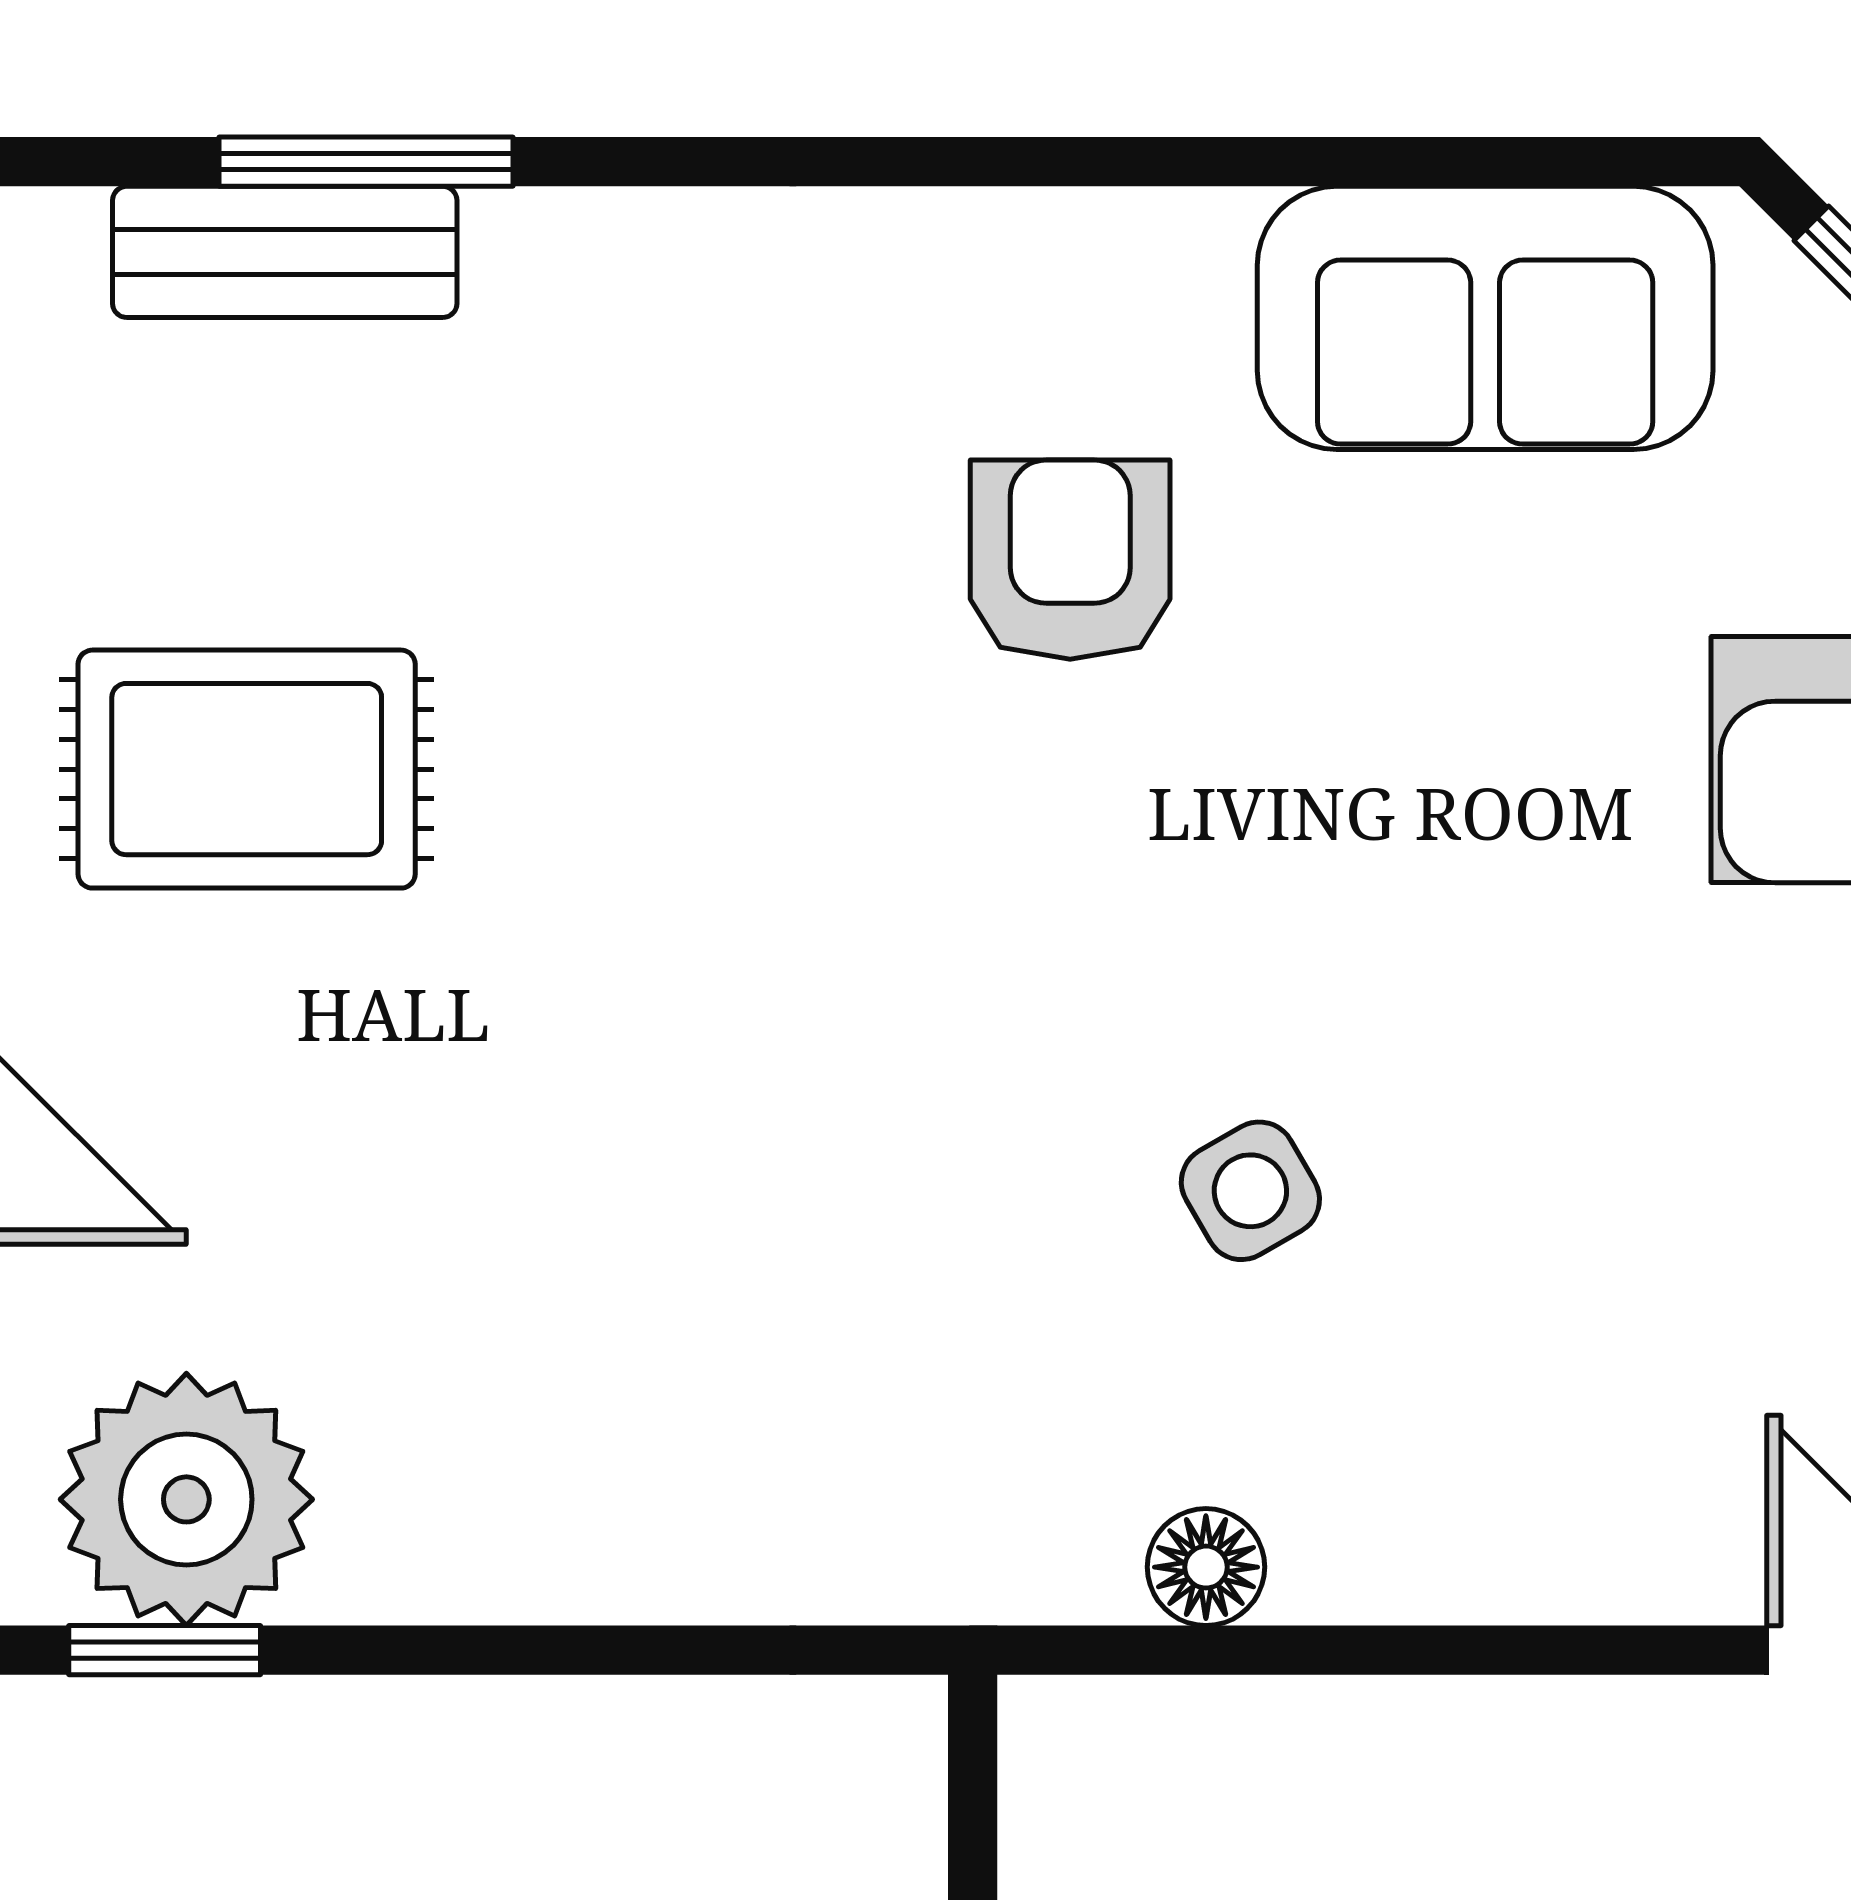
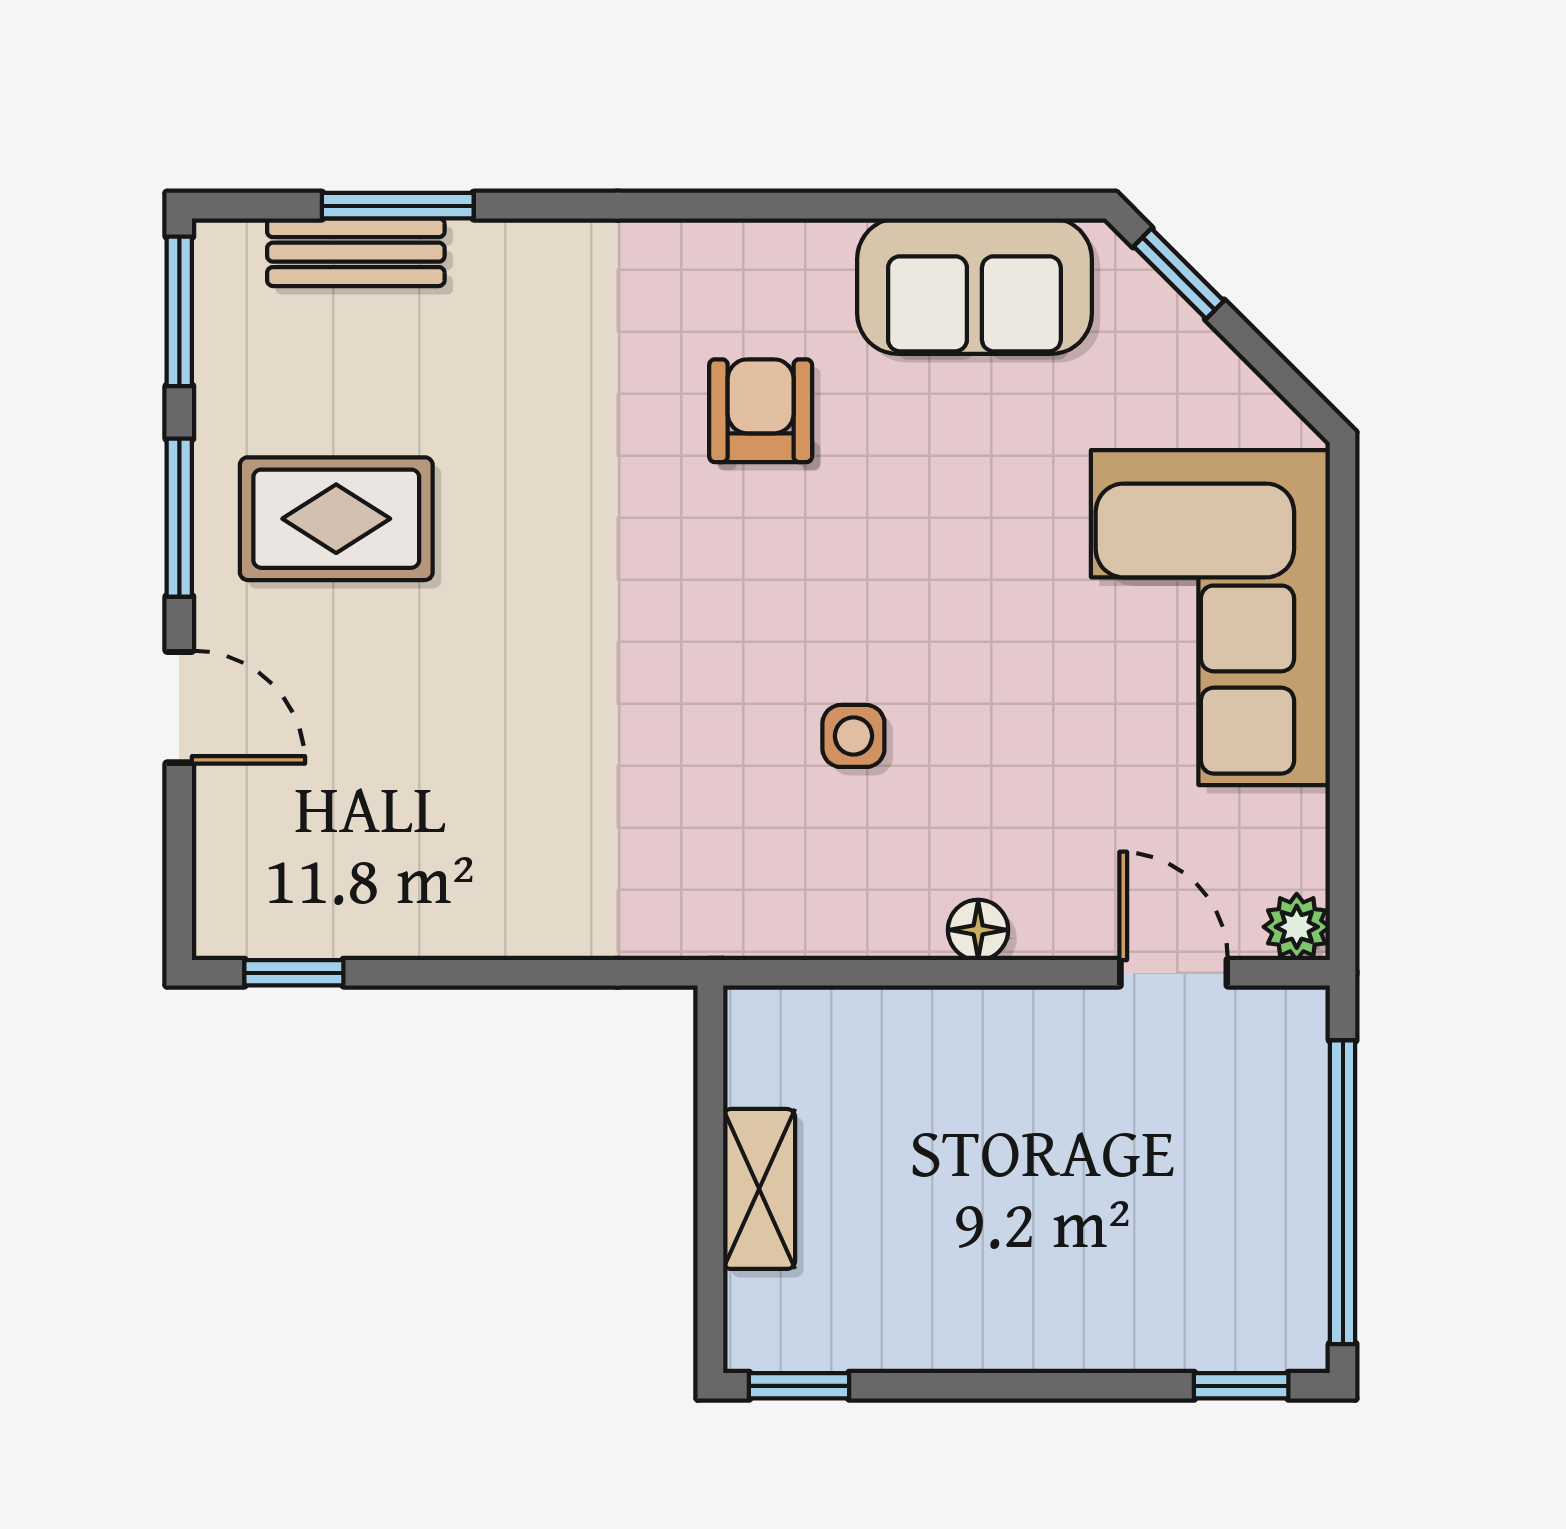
side table: (1250, 1191) -> (853, 736), turned 30
plant: (186, 1499) -> (305, 895), removed
floor lamp: (1206, 1567) -> (978, 930), moved

